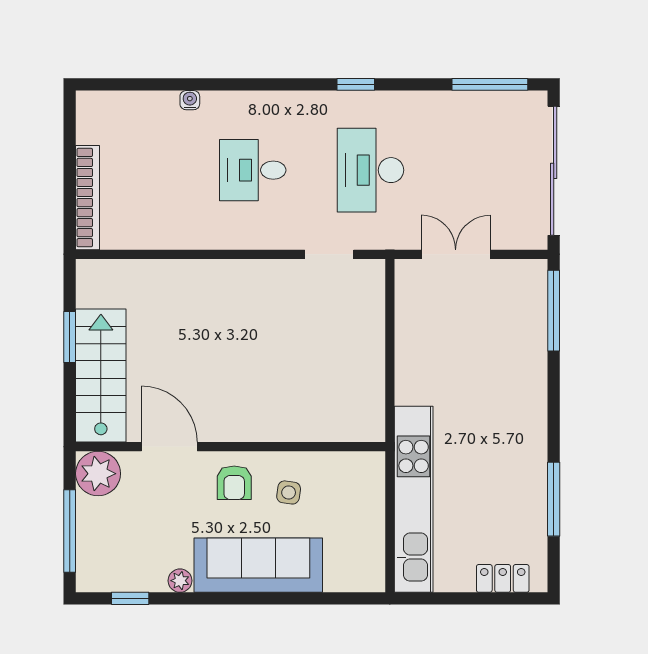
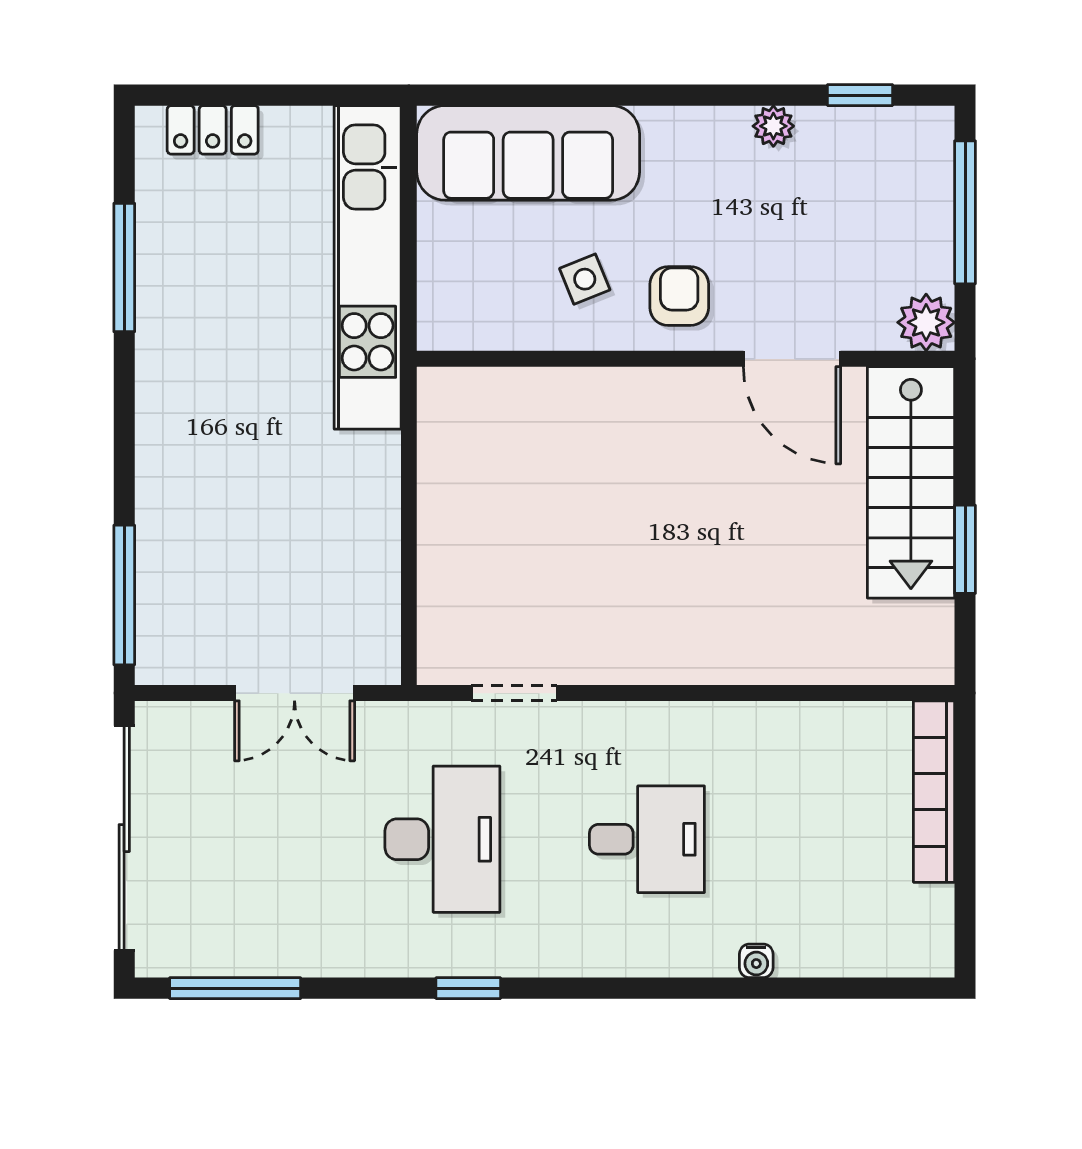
plant: (98, 474) -> (926, 322), width x0.73, depth x0.73
side table: (289, 492) -> (585, 279), turned -30
sofa: (258, 565) -> (528, 153), moved

